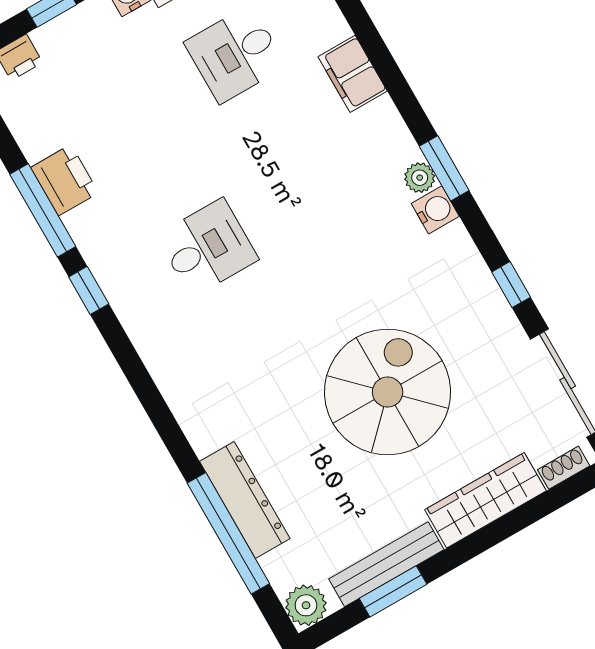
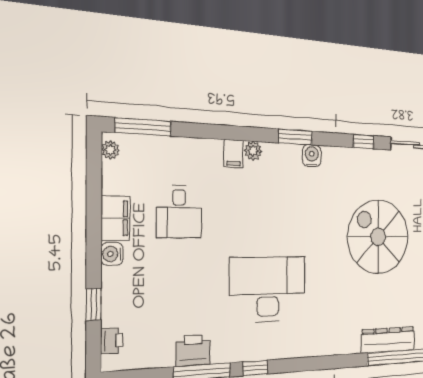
filing cabinet: (353, 74) -> (234, 154), width x0.50
plant: (420, 178) -> (253, 151), moved
desk: (207, 248) -> (268, 289), width x1.87, depth x1.30

